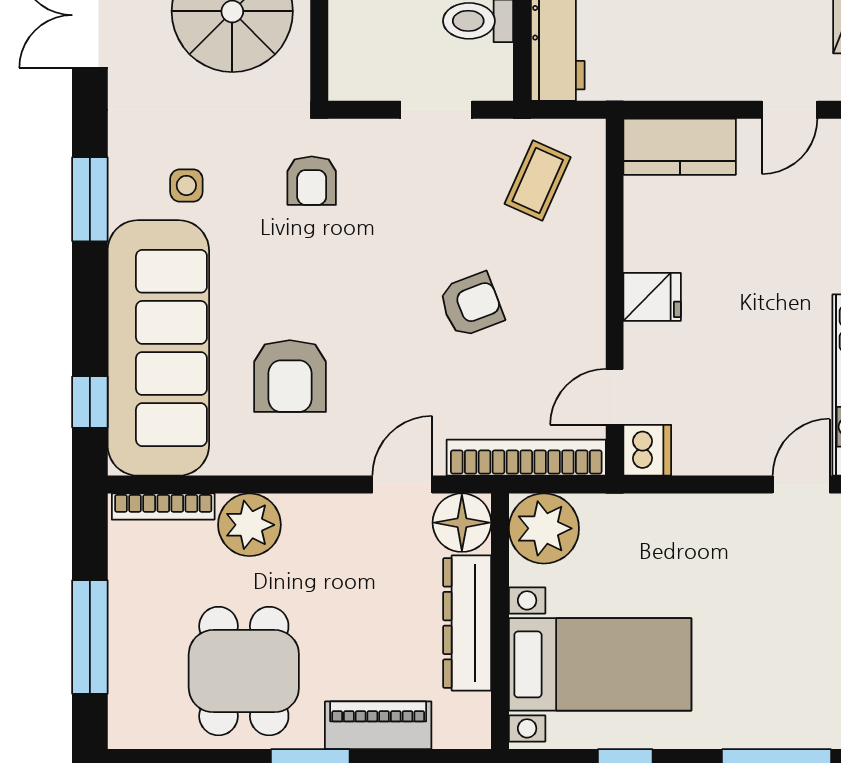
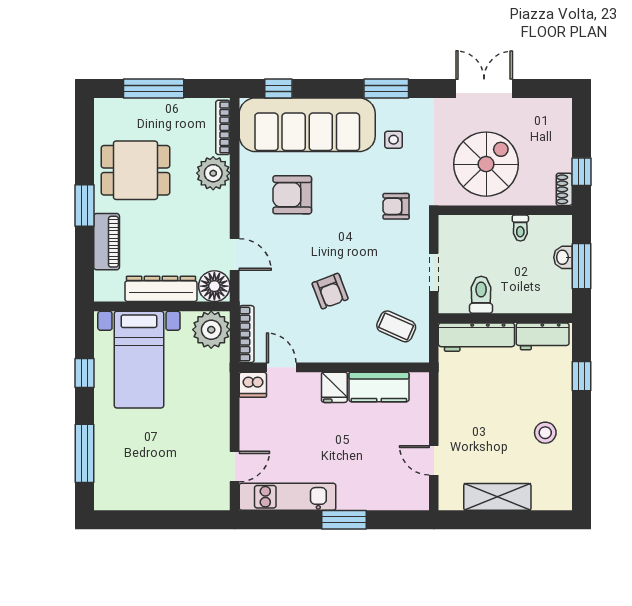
kitchen counter: (680, 147) -> (379, 387), moved, turned -90
bookcase: (526, 458) -> (247, 334), width x0.68, depth x0.76
door: (801, 485) -> (235, 466), hinge flipped

